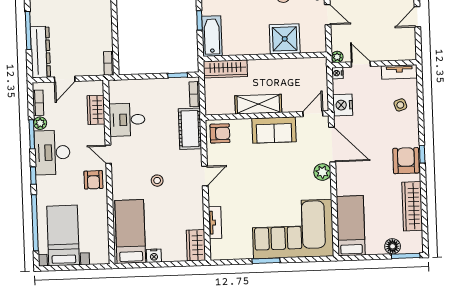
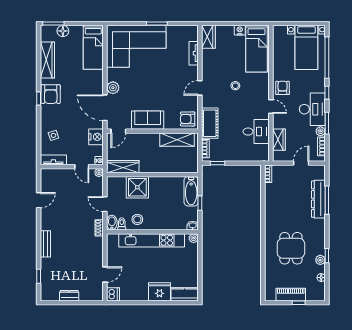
dresser: (40, 52) -> (318, 199), moved
wardrobe: (225, 69) -> (123, 167), moved
shelving: (258, 104) -> (177, 140), moved

